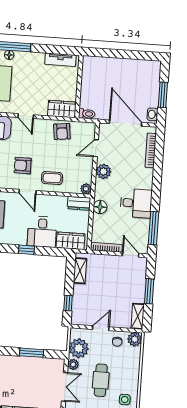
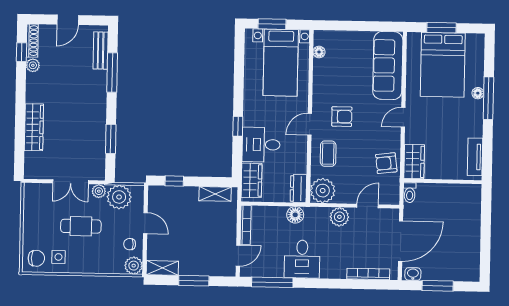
door: (96, 148) -> (368, 206), hinge flipped
armchair: (23, 166) -> (342, 117), turned 90
plant: (86, 189) -> (323, 191), width x1.88, depth x1.88

